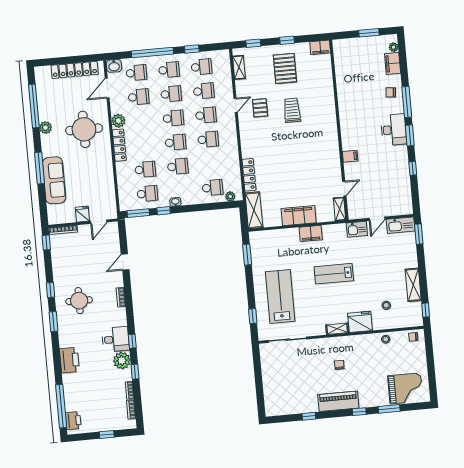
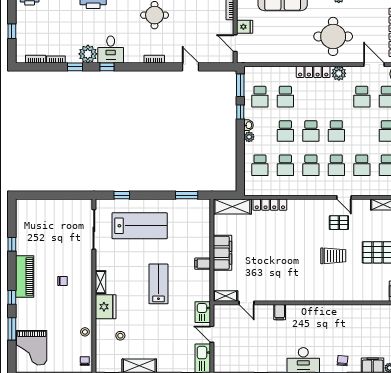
school desk: (171, 94) -> (285, 165), moved
plant: (230, 196) -> (249, 137), moved
filing cabinet: (311, 233) -> (203, 264), width x0.50

